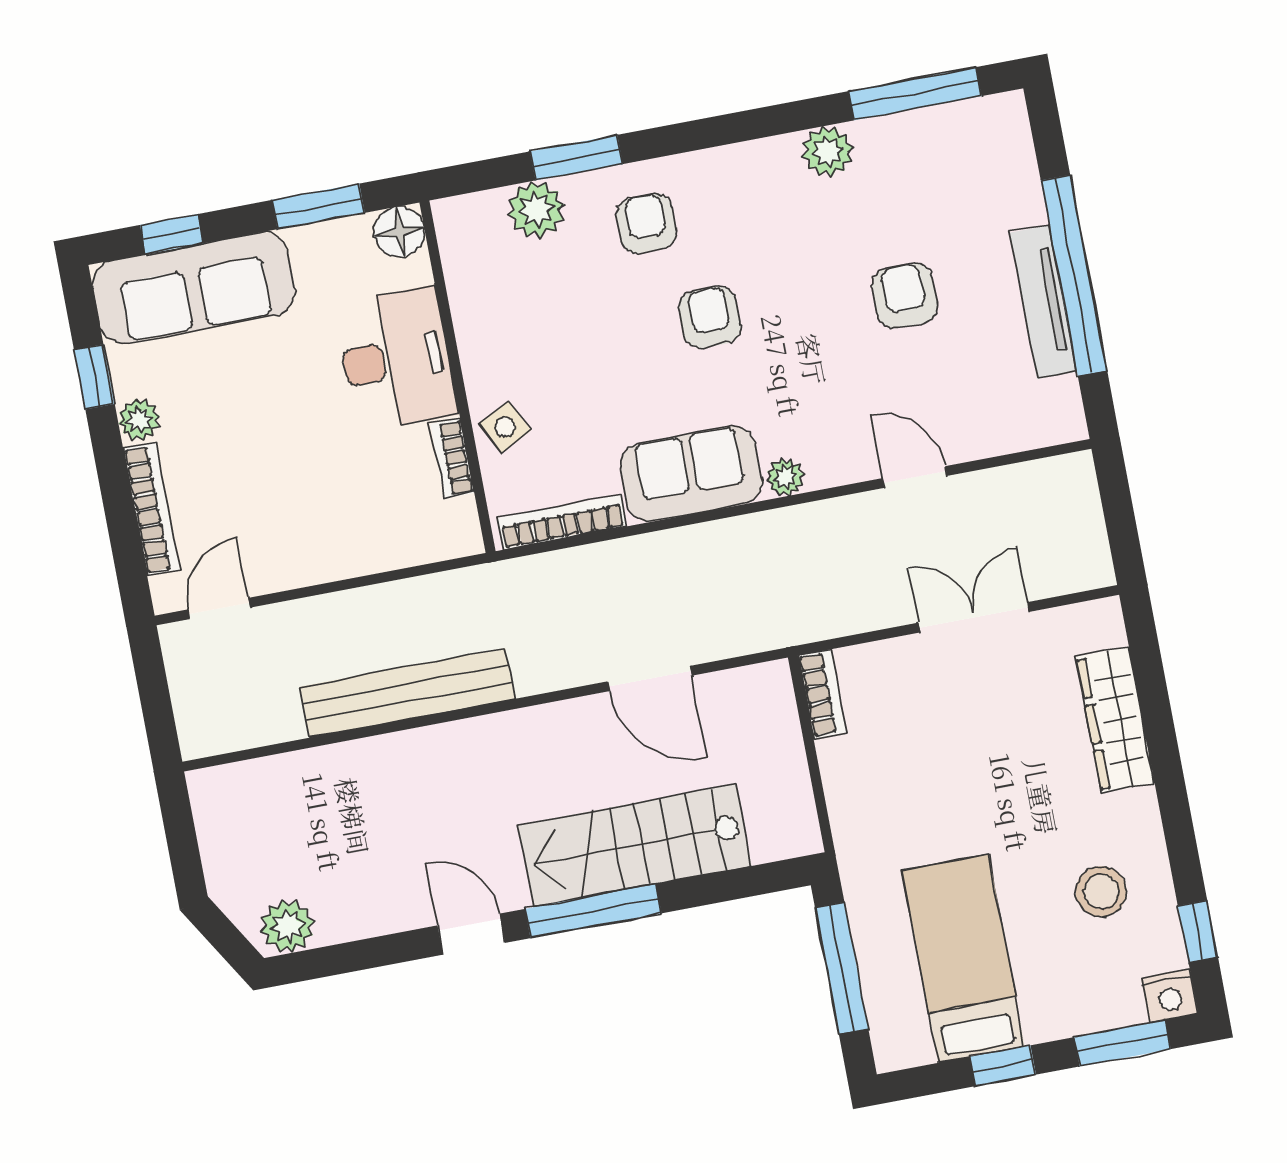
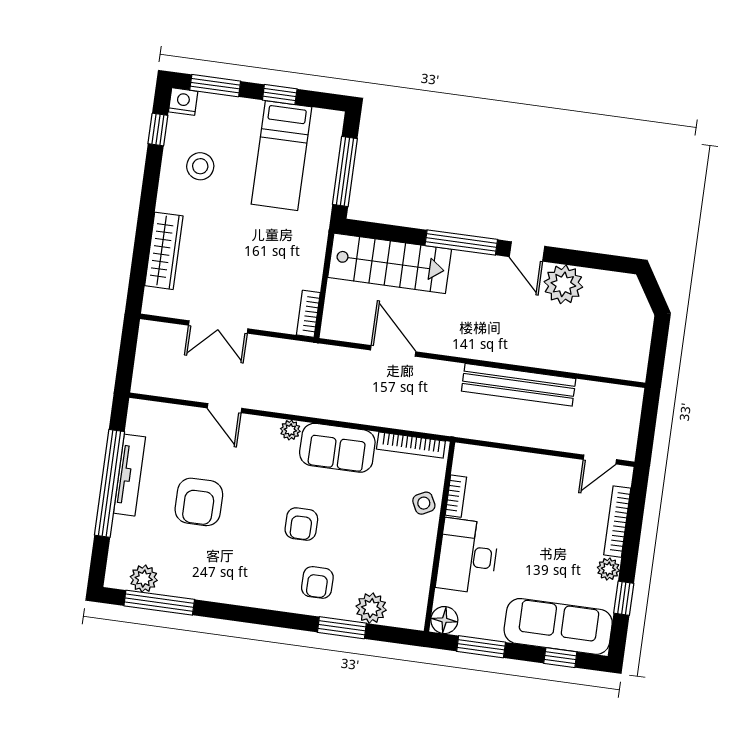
plant: (827, 152) -> (144, 579), moved
armchair: (904, 296) -> (199, 502), width x1.38, depth x1.38
stairs: (635, 845) -> (390, 263), moved
plant: (288, 926) -> (563, 284), moved, width x1.36, depth x1.36

